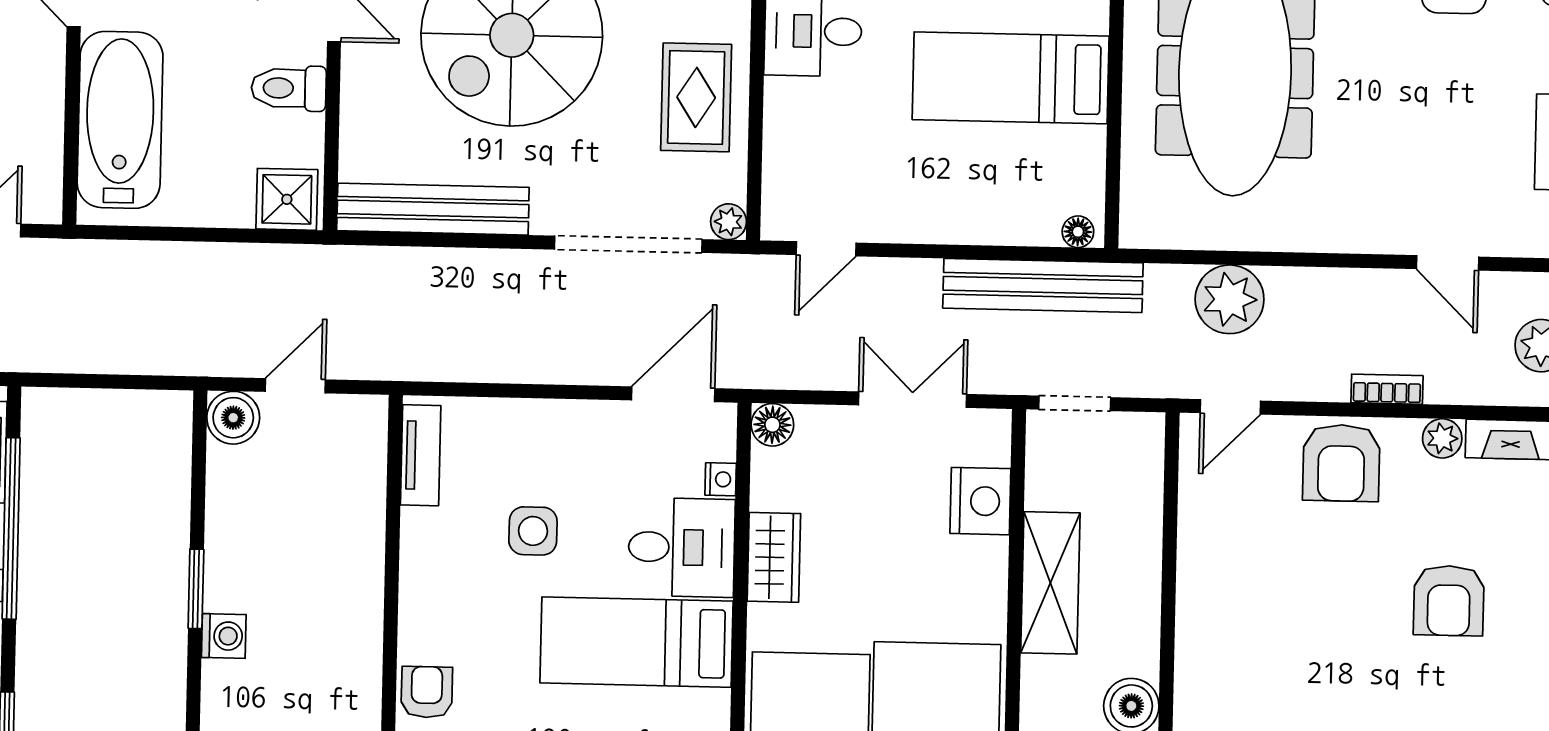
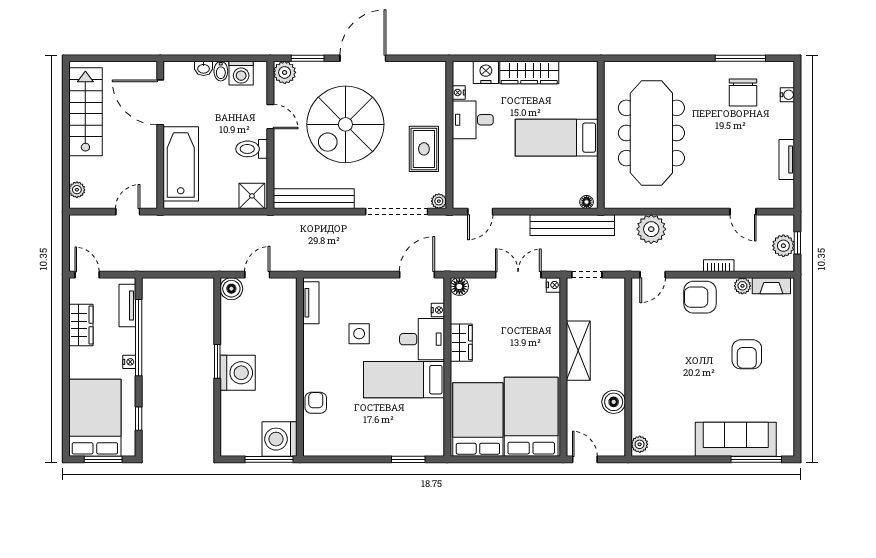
armchair: (1341, 463) -> (700, 297), turned 90
nightstand: (980, 501) -> (553, 285), moved, width x0.53, depth x0.56
washing machine: (224, 636) -> (238, 373), width x1.89, depth x1.89

